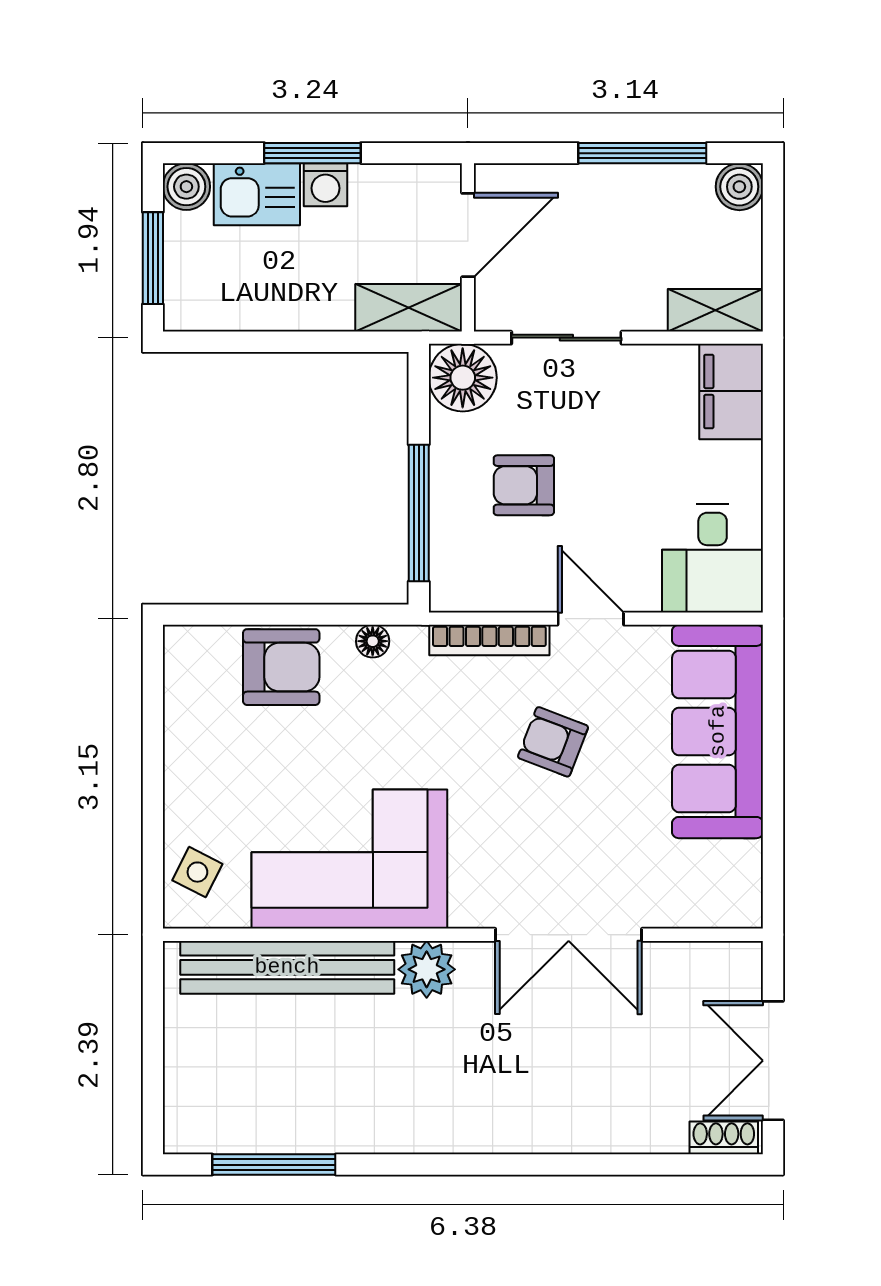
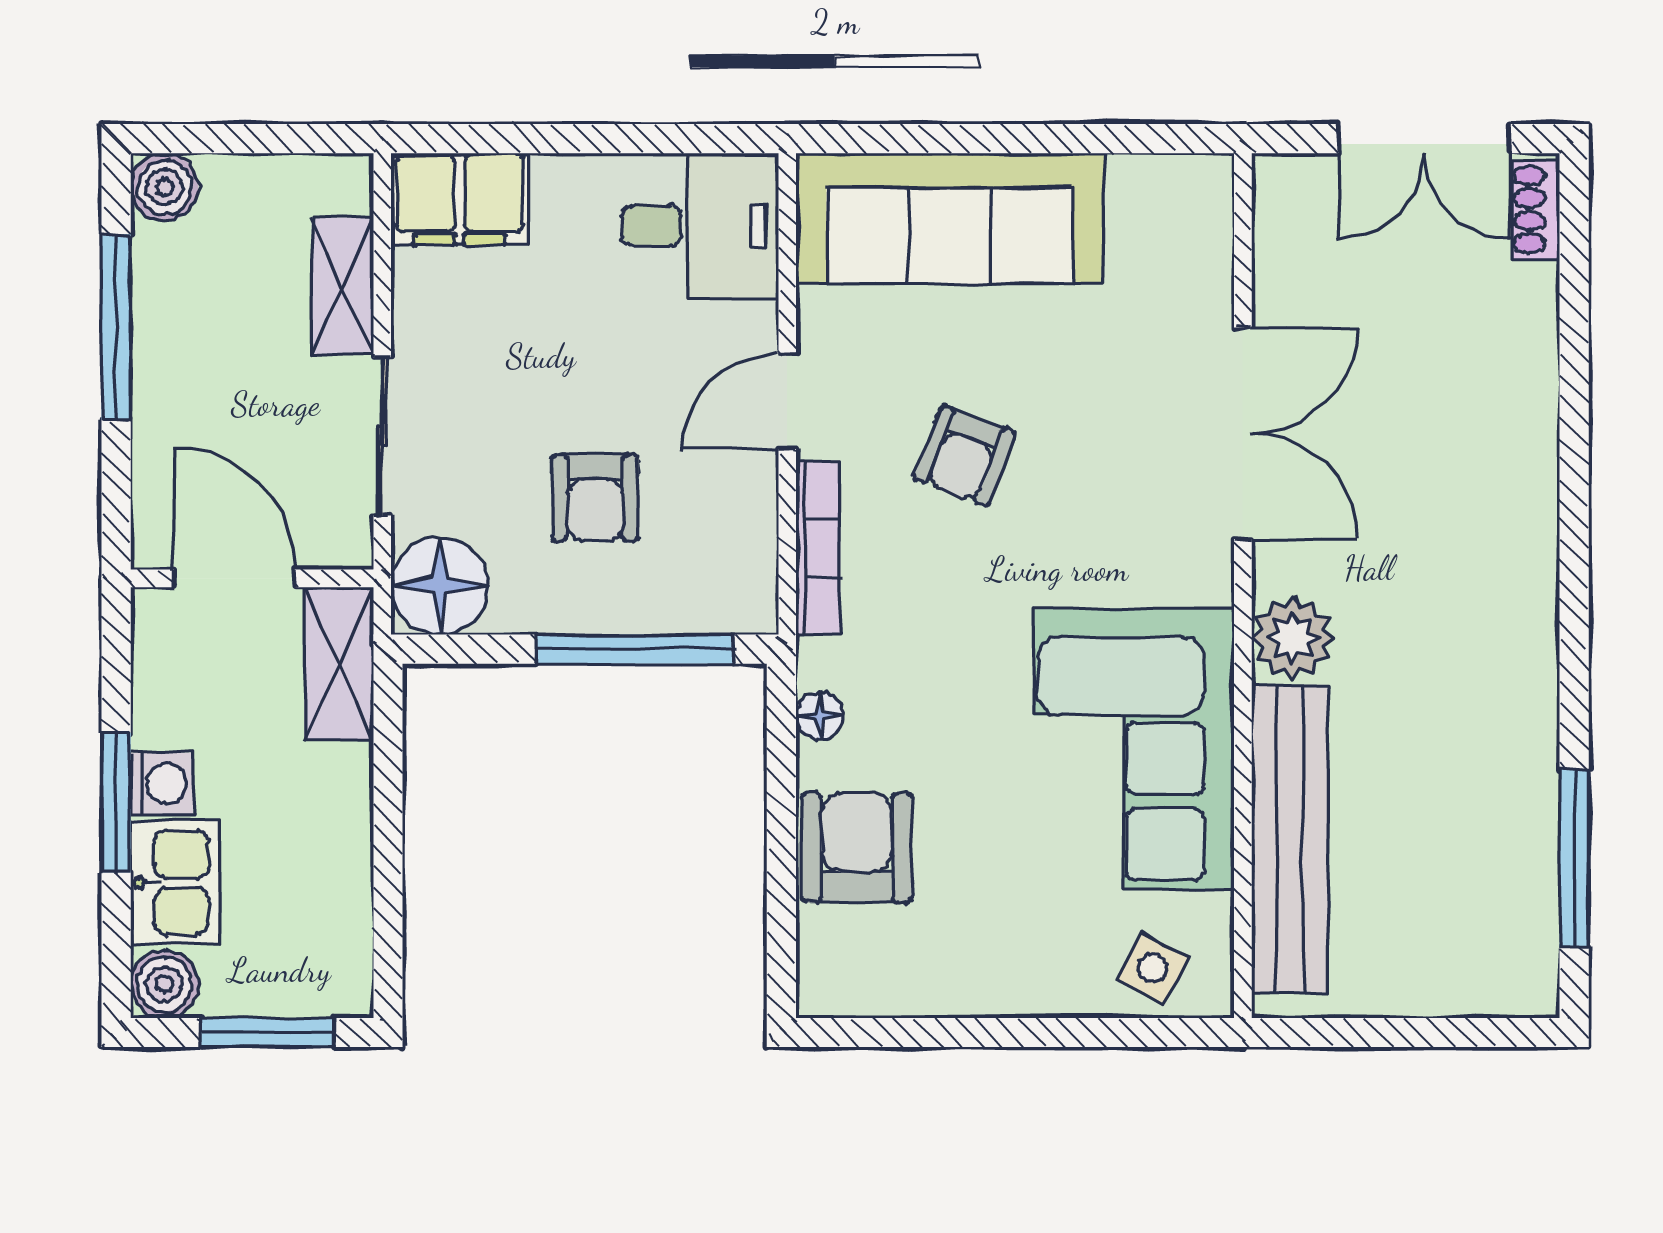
shelving: (715, 310) -> (343, 286), moved

